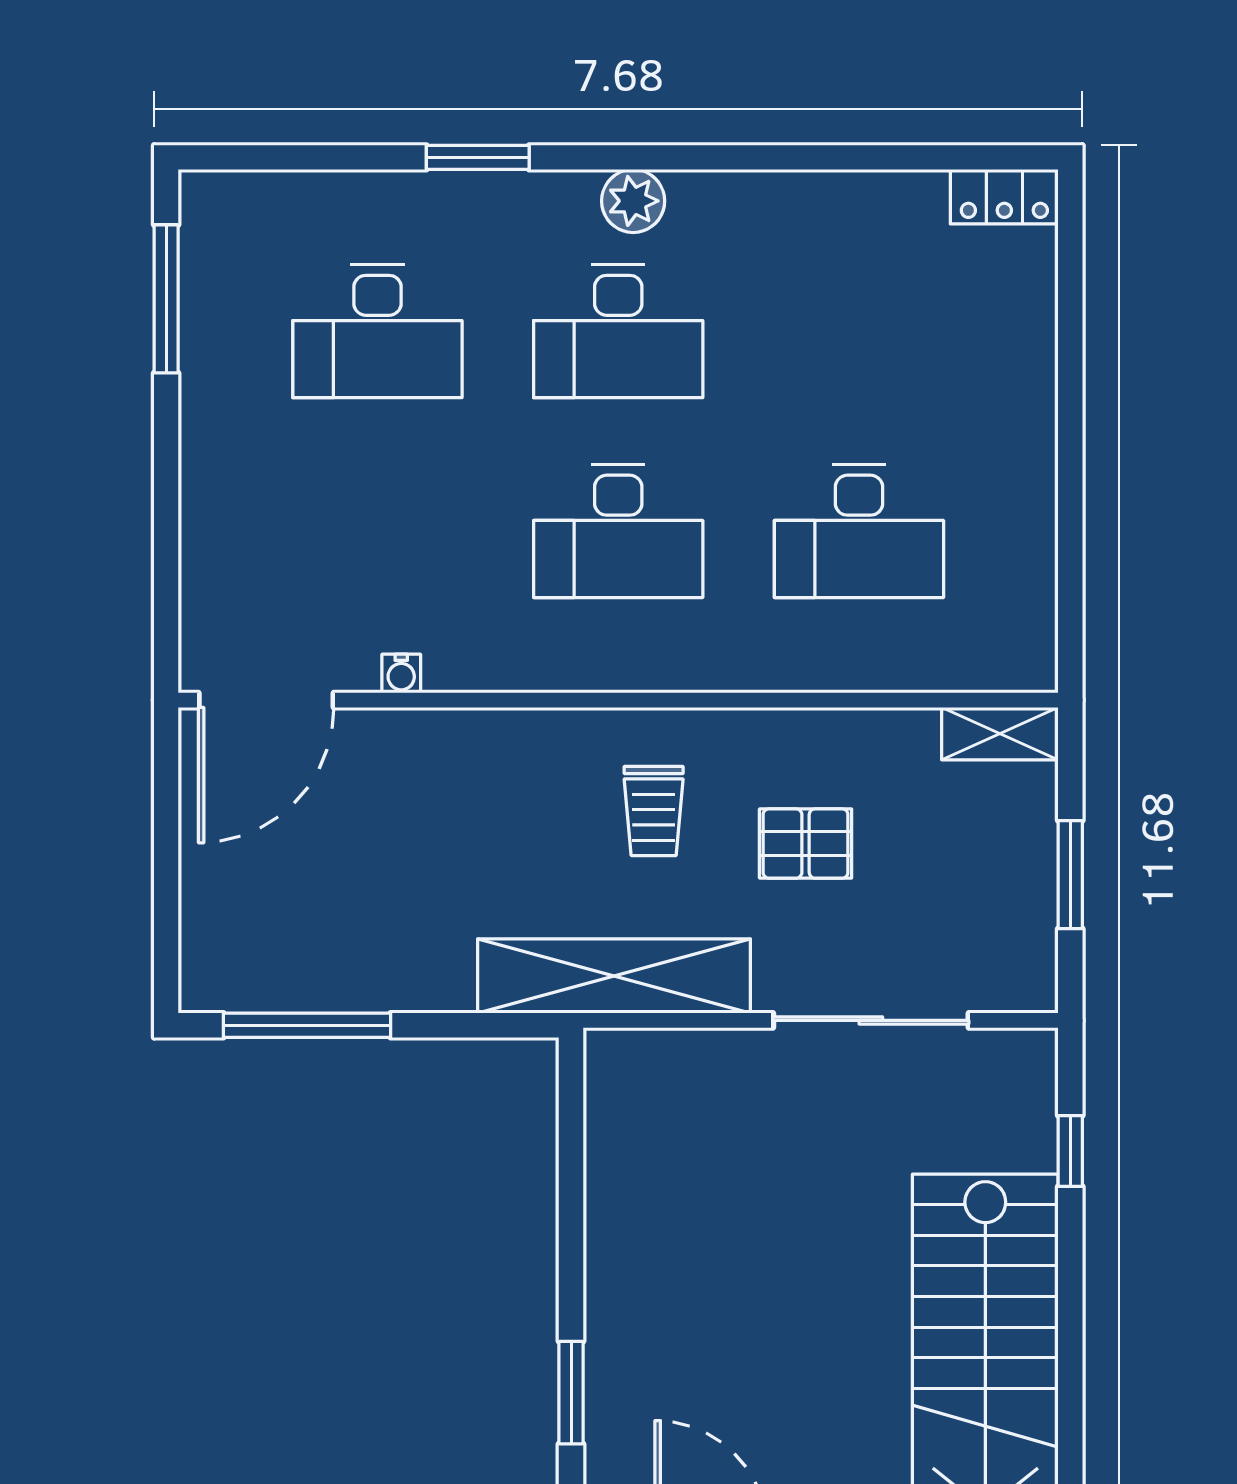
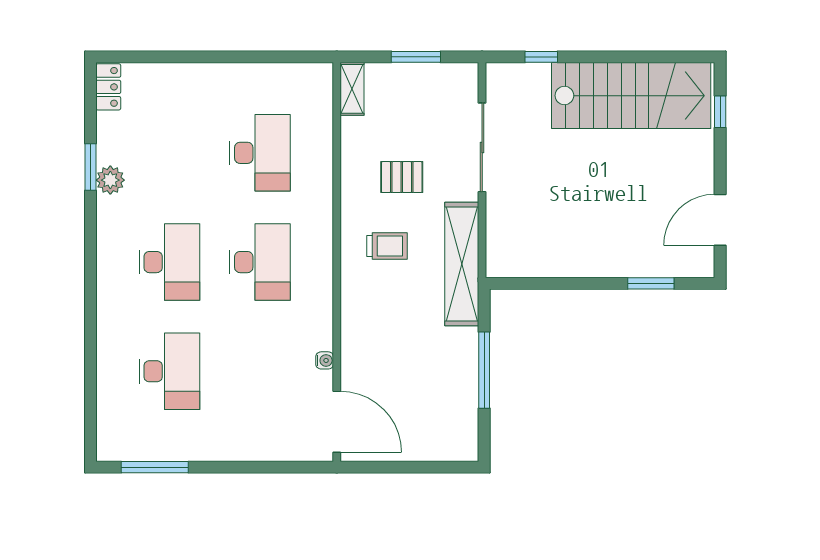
window: (478, 157) -> (90, 167), moved
plant: (633, 201) -> (110, 180), moved
pallet: (806, 844) -> (402, 177), turned 90
window: (307, 1025) -> (484, 370), moved

